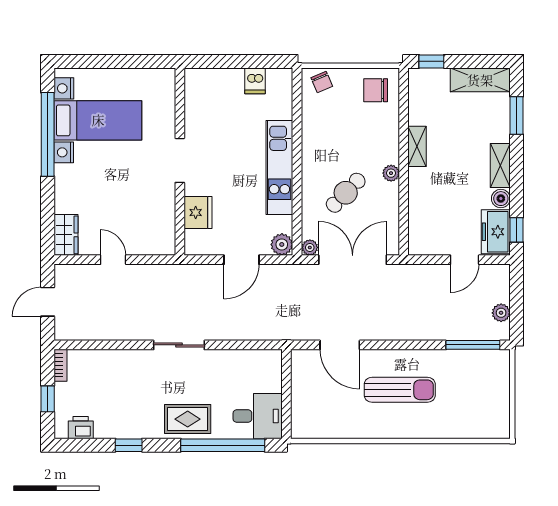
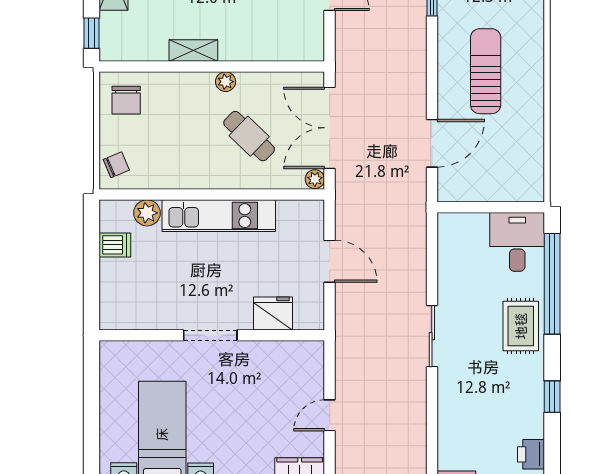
plant: (282, 244) -> (147, 213), moved

